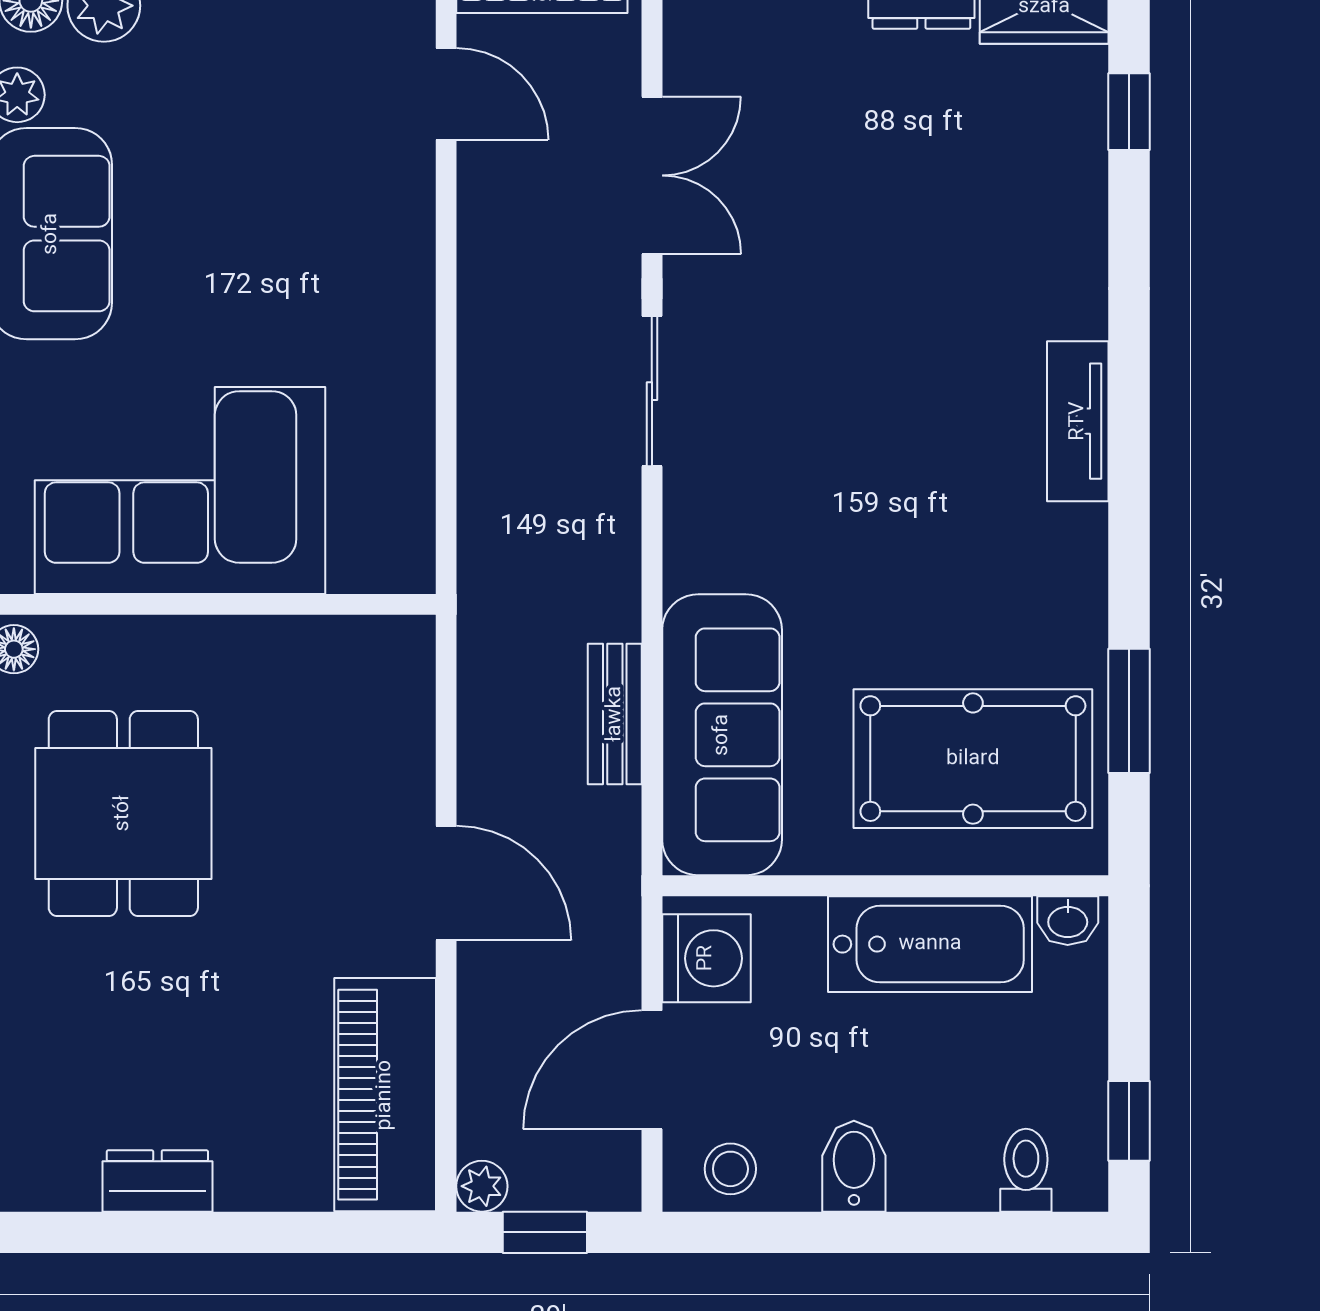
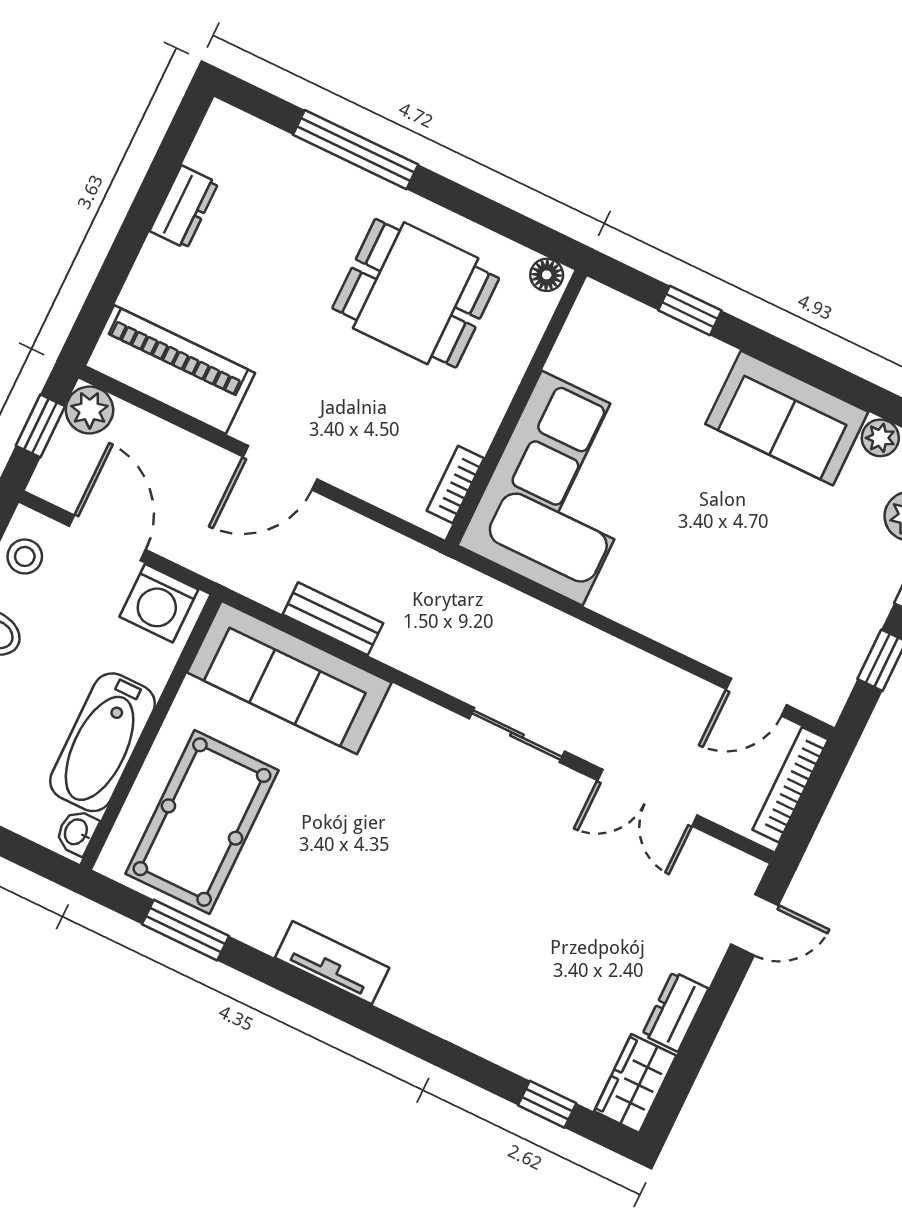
tv unit: (1078, 421) -> (332, 963), moved
corner sofa: (180, 490) -> (562, 488), moved
bookcase: (355, 636) -> (455, 485), added
plant: (482, 1186) -> (90, 410), width x1.38, depth x1.38

